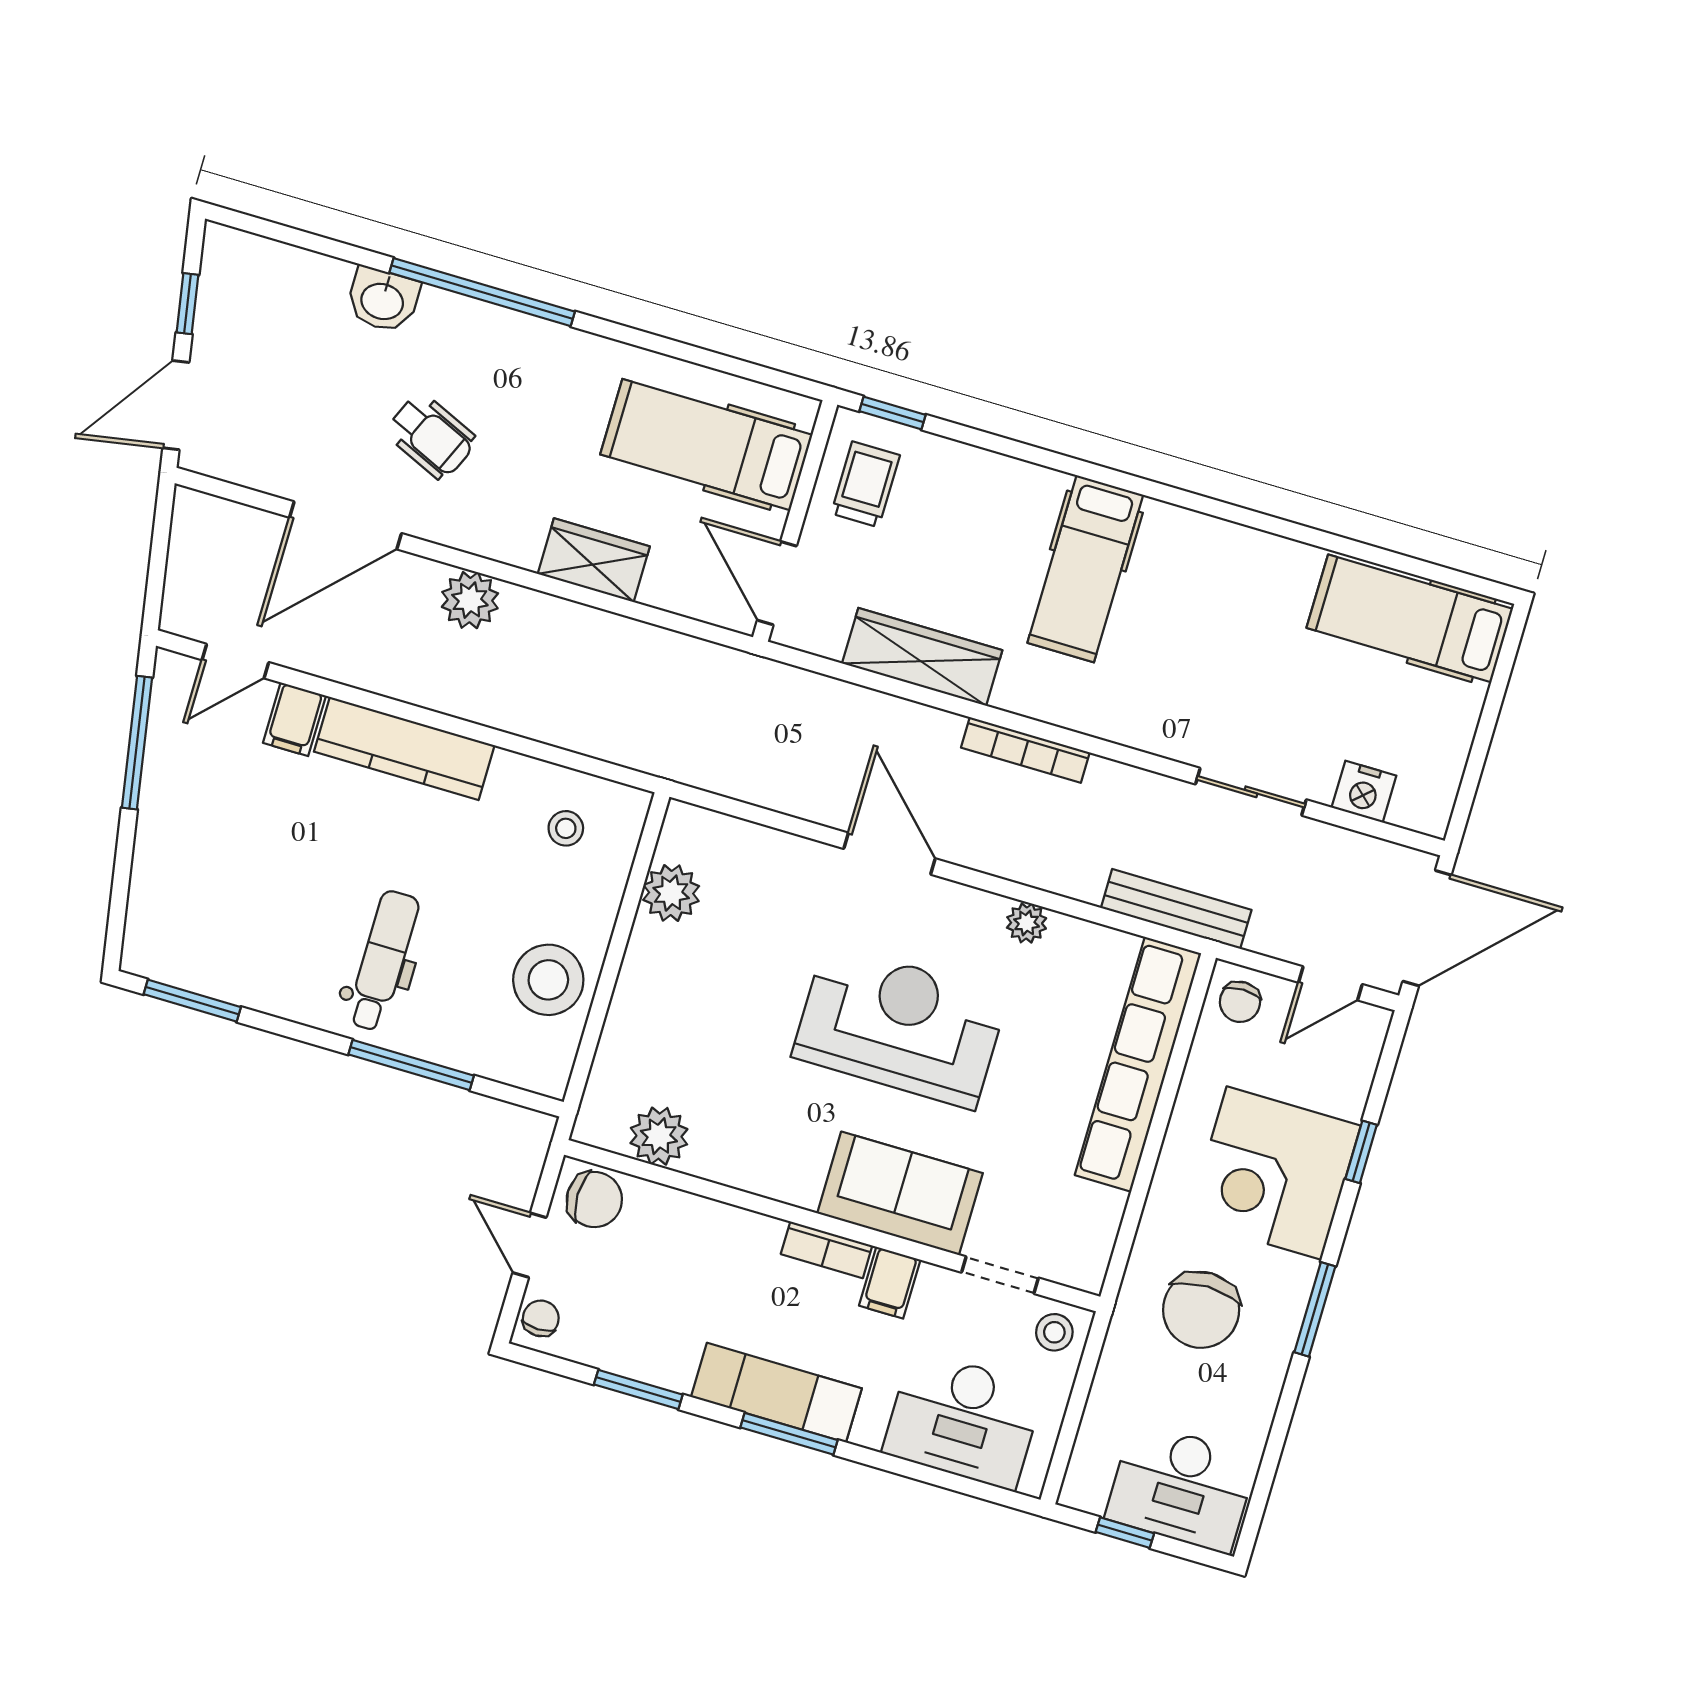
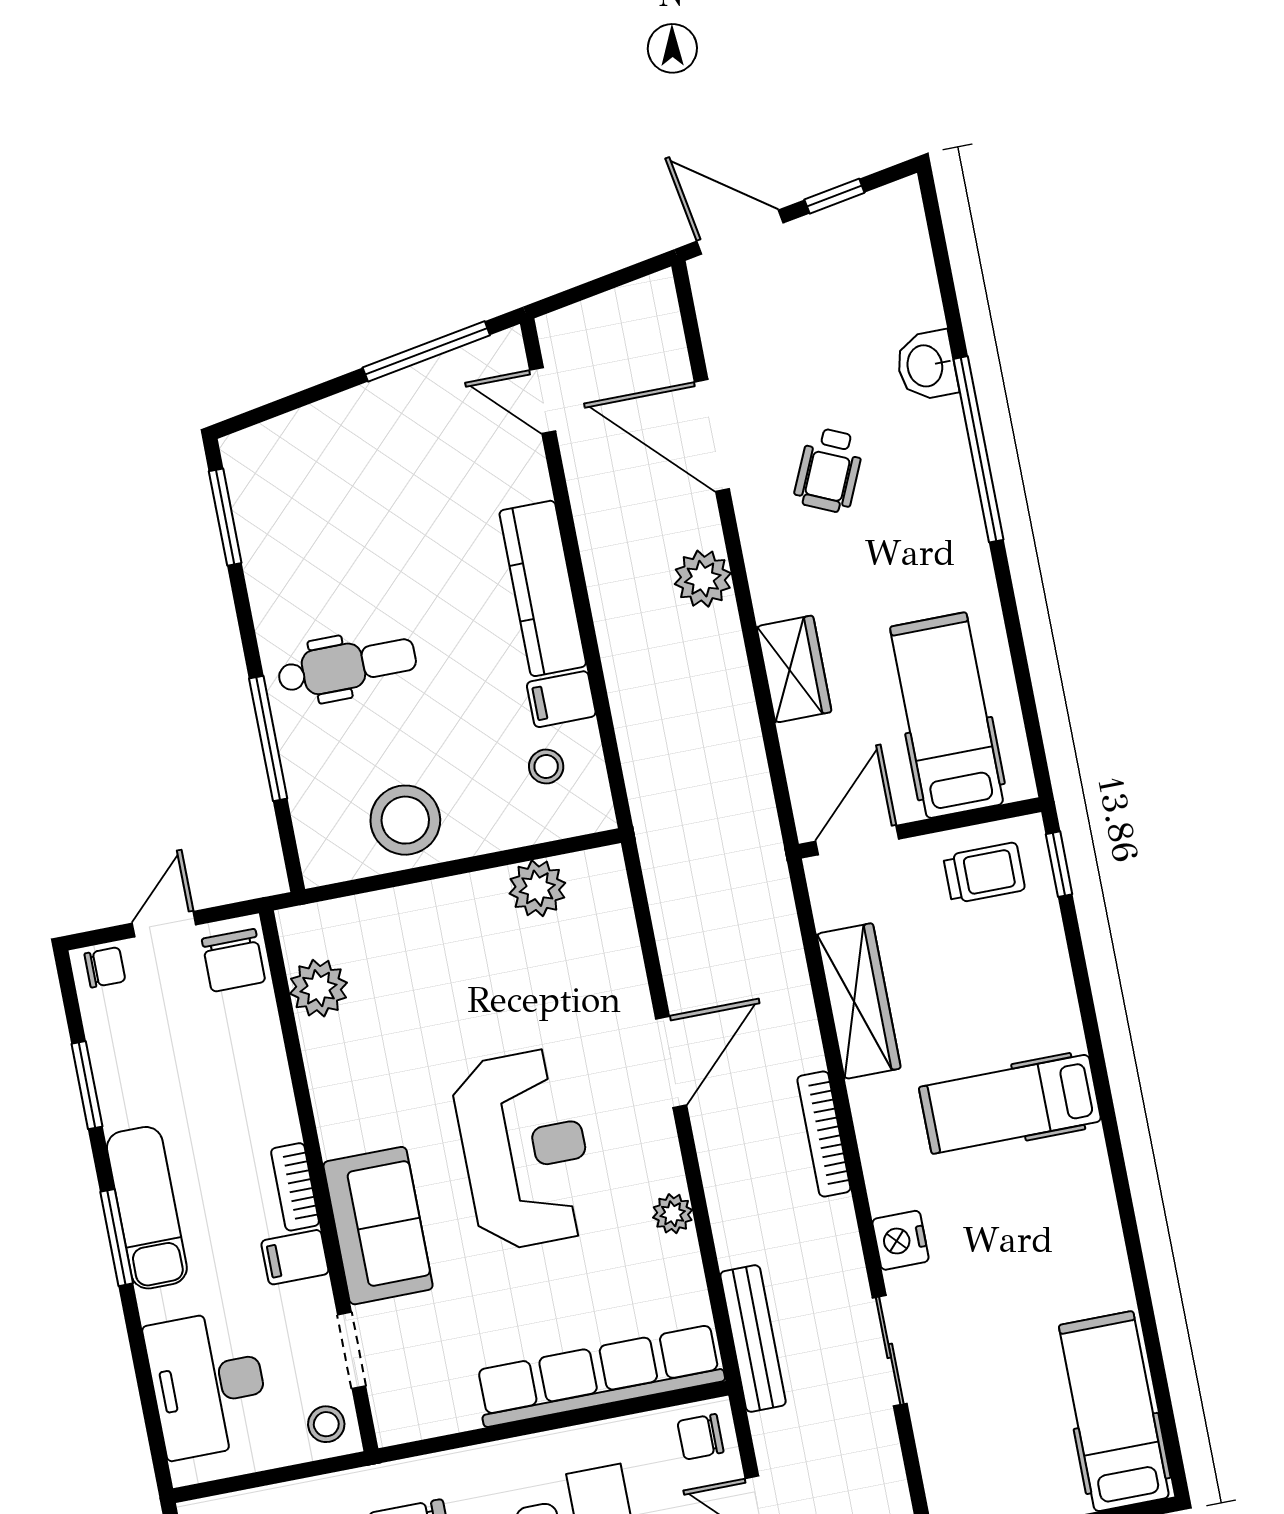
filing cabinet: (294, 719) -> (561, 699), moved
nightstand: (1364, 792) -> (901, 1240), moved

